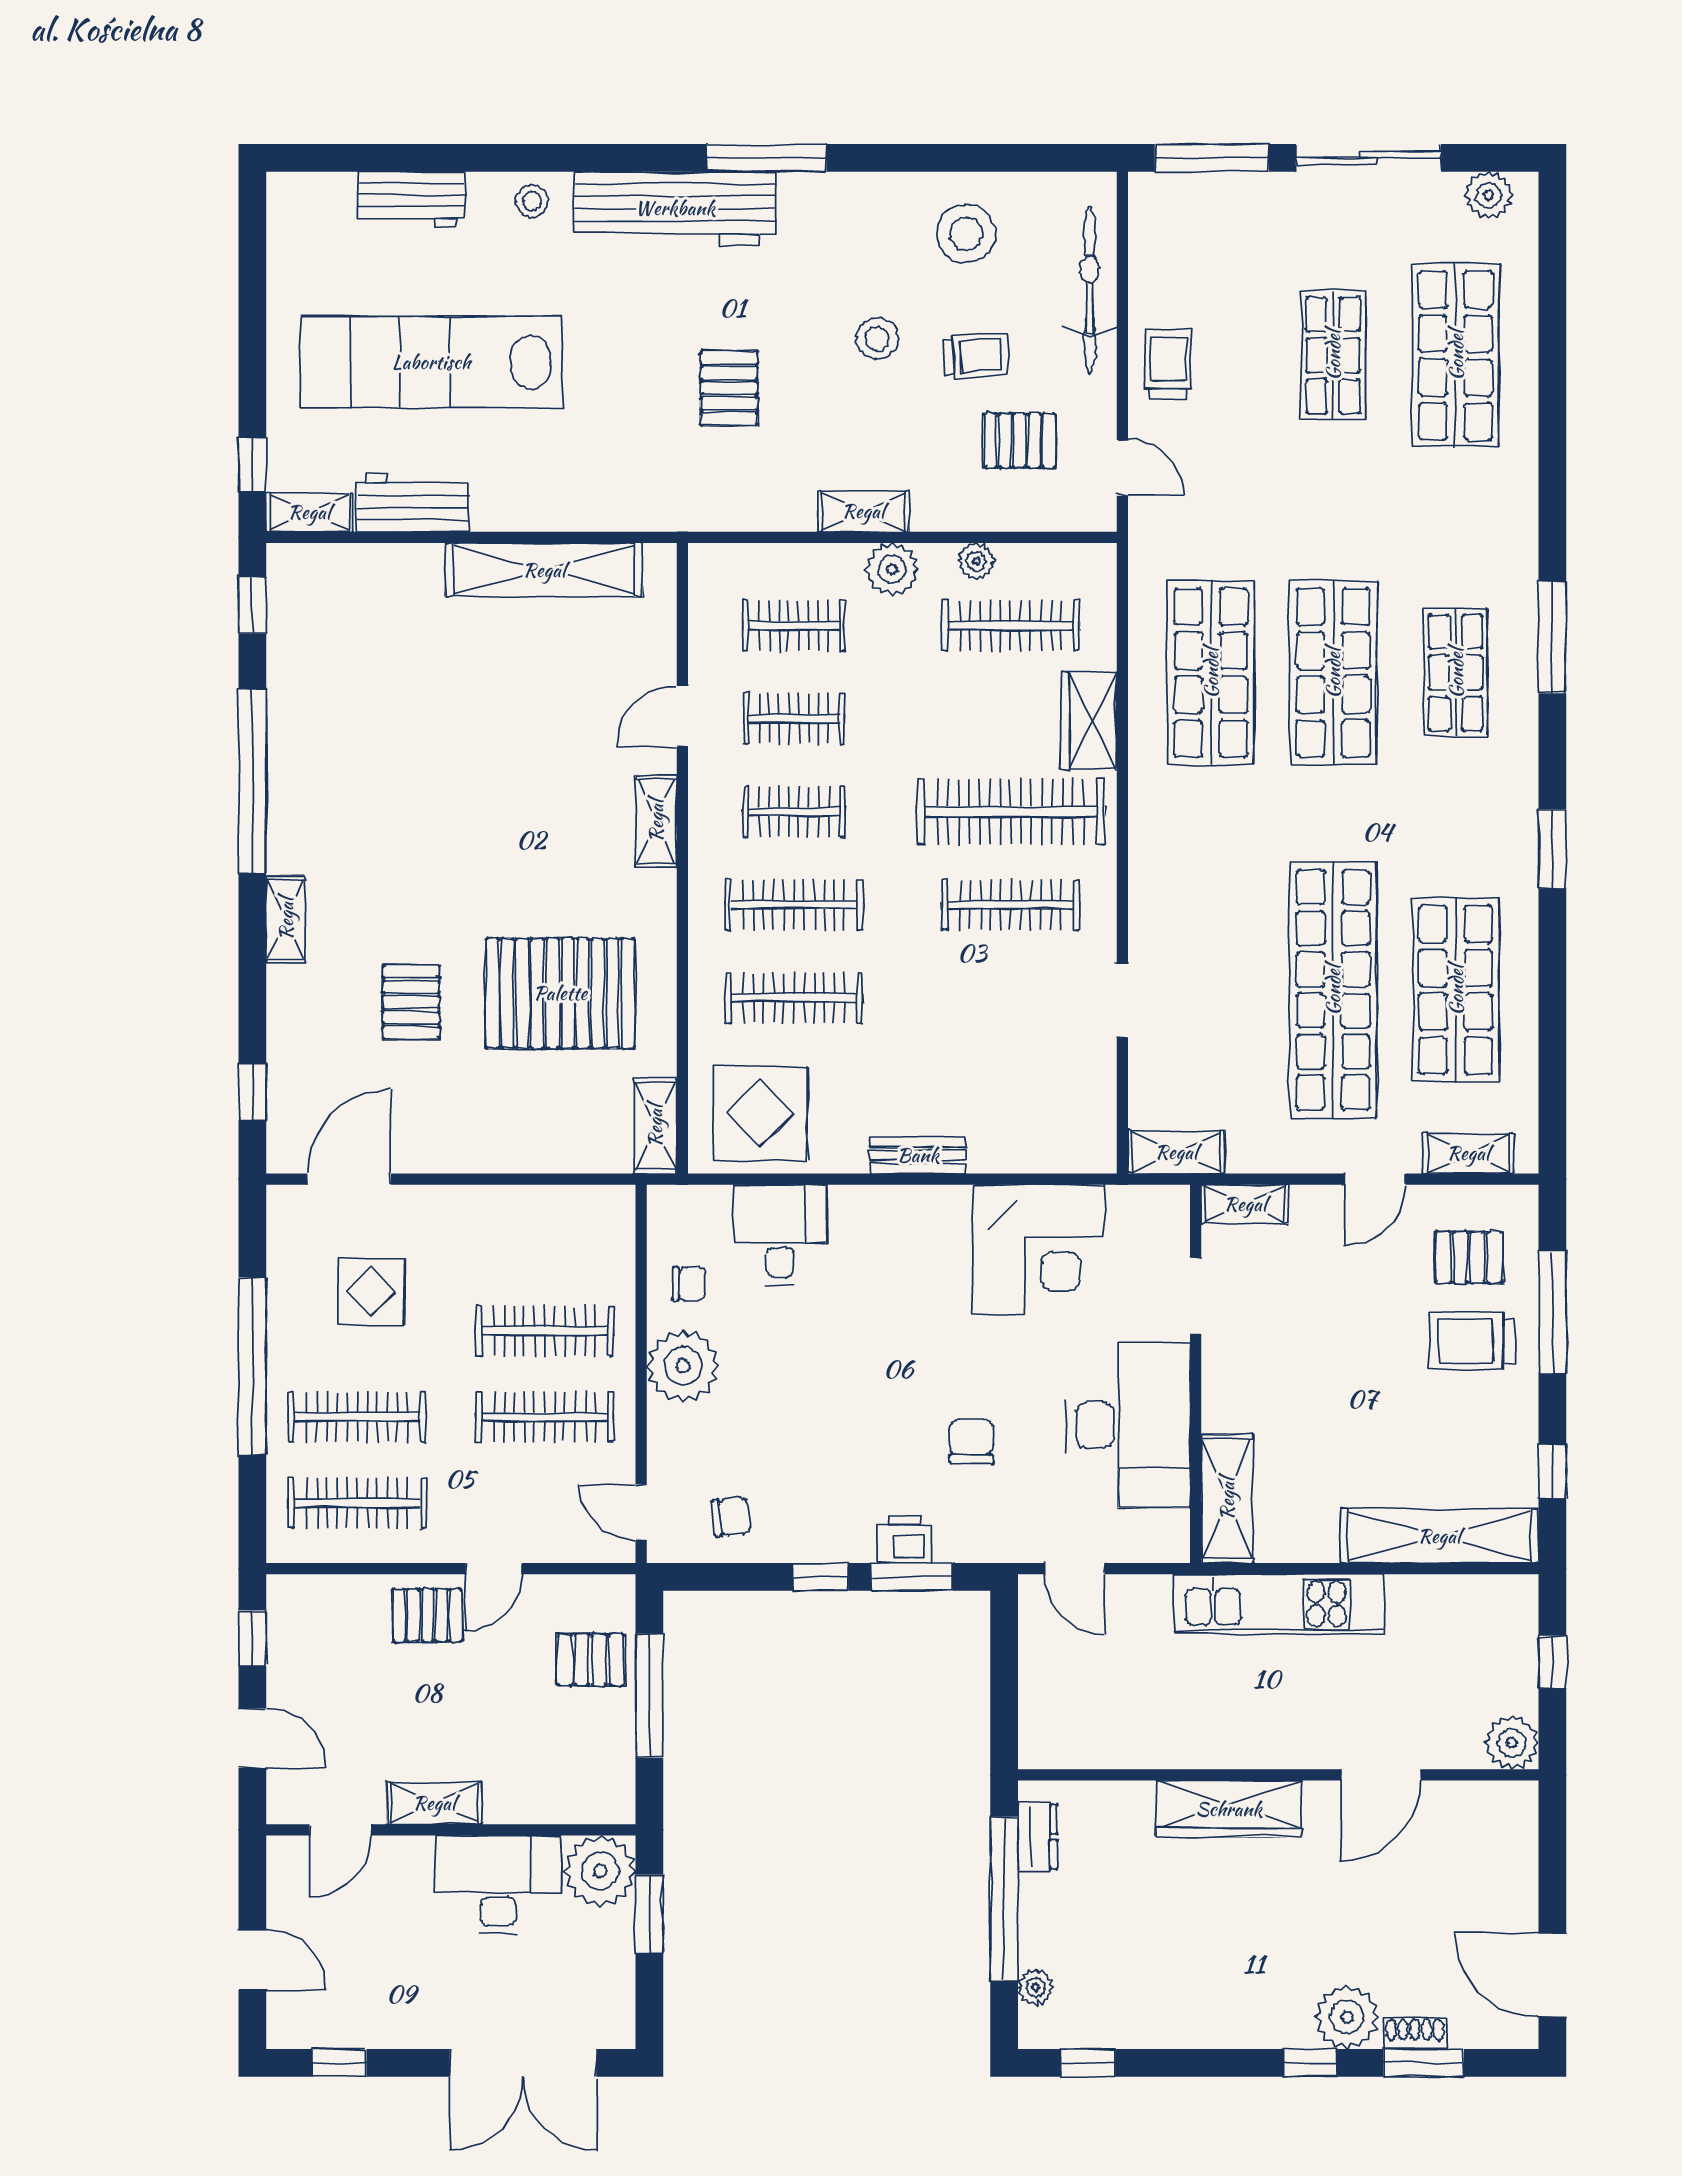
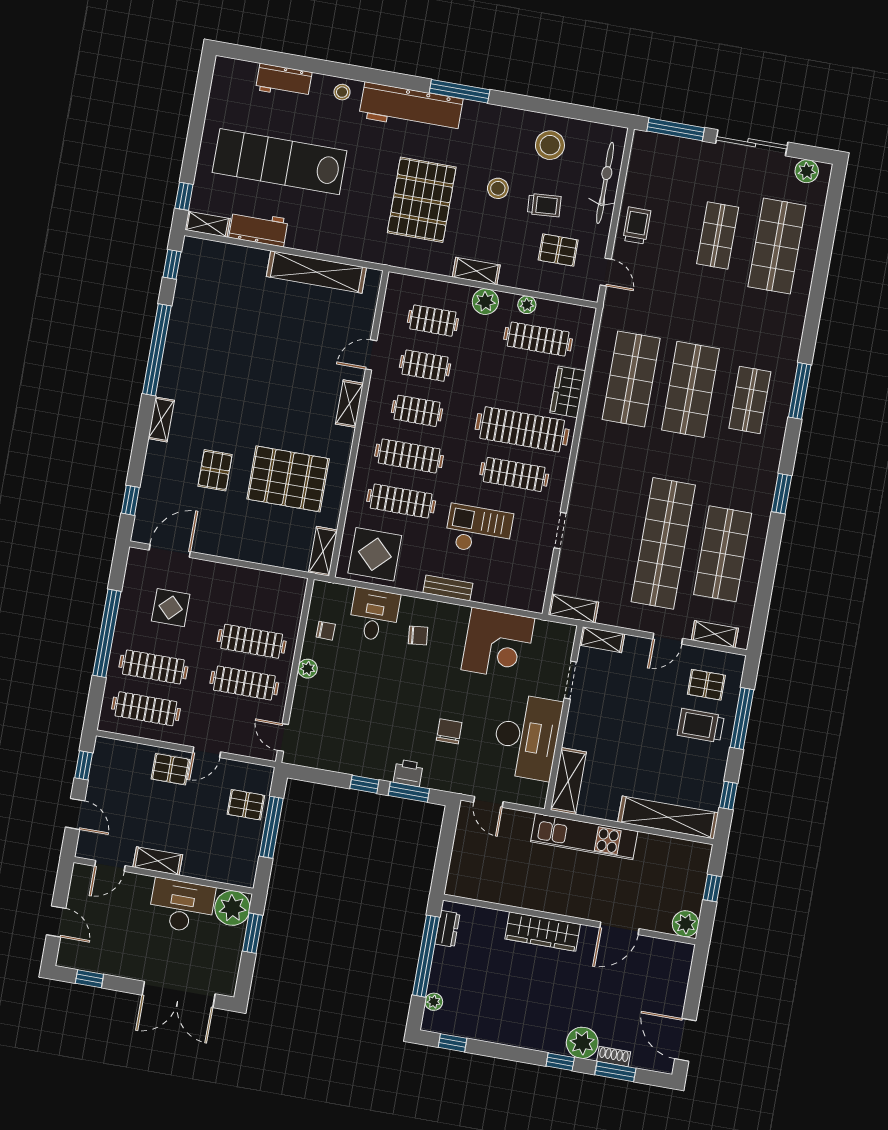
pallet: (729, 388) -> (422, 200), width x2.05, depth x2.00
checkout: (959, 1029) -> (479, 530), added
plant: (683, 1366) -> (308, 669), width x0.53, depth x0.53
chair: (731, 1517) -> (418, 636), moved

